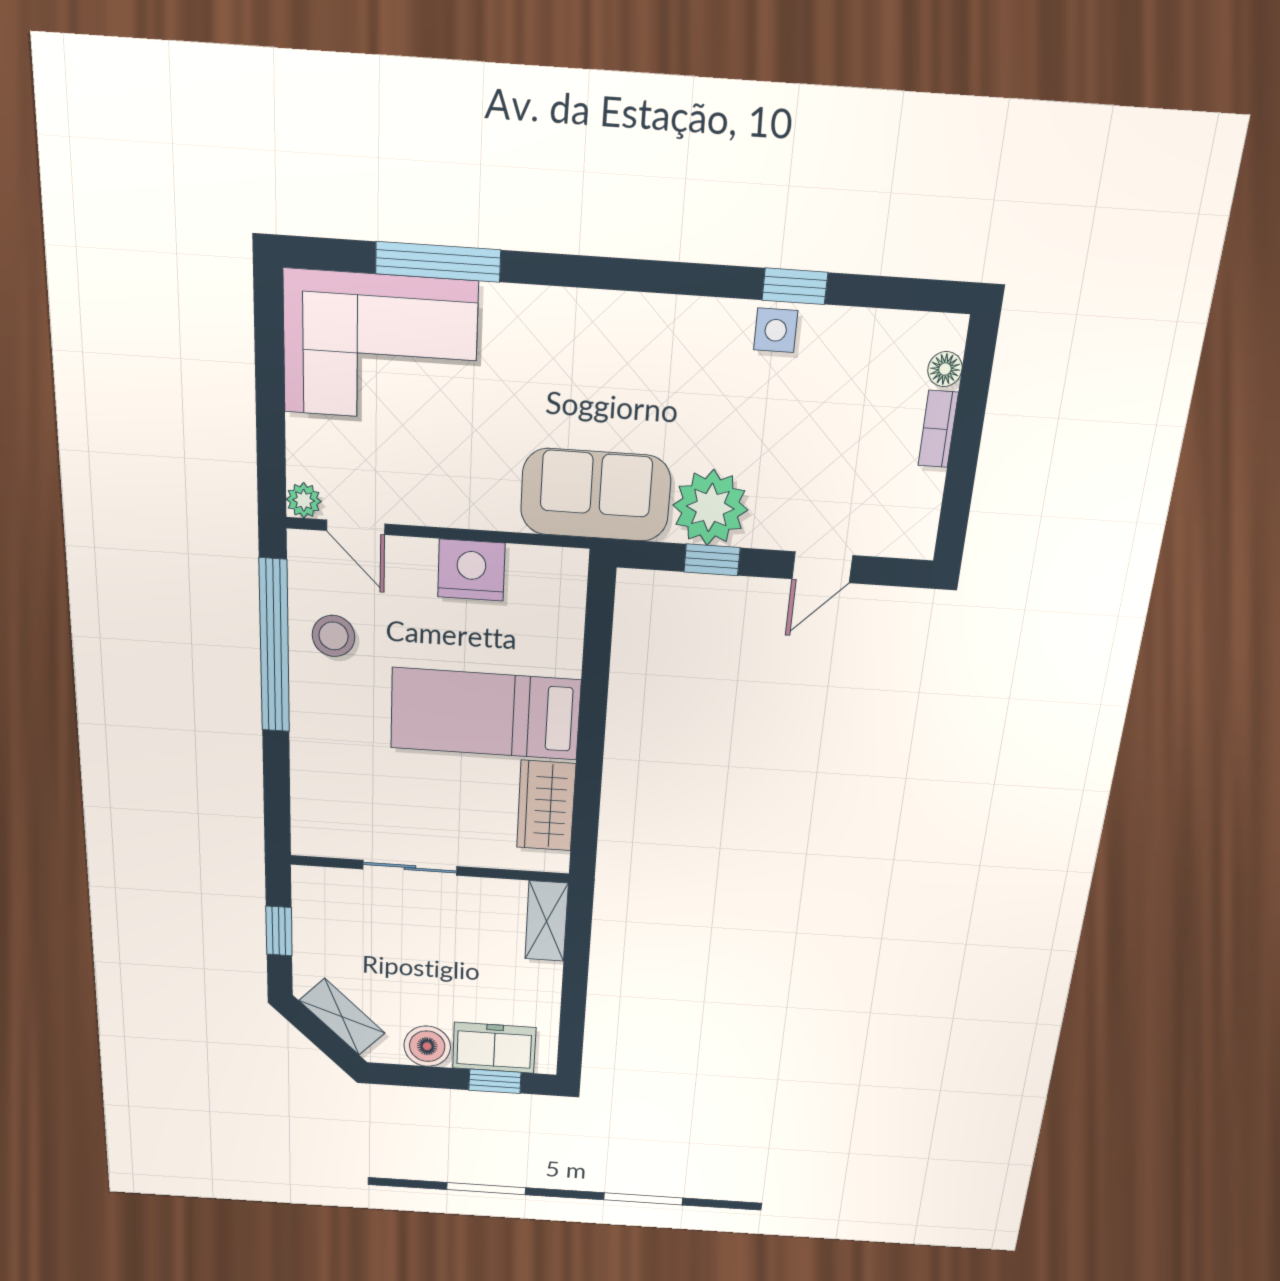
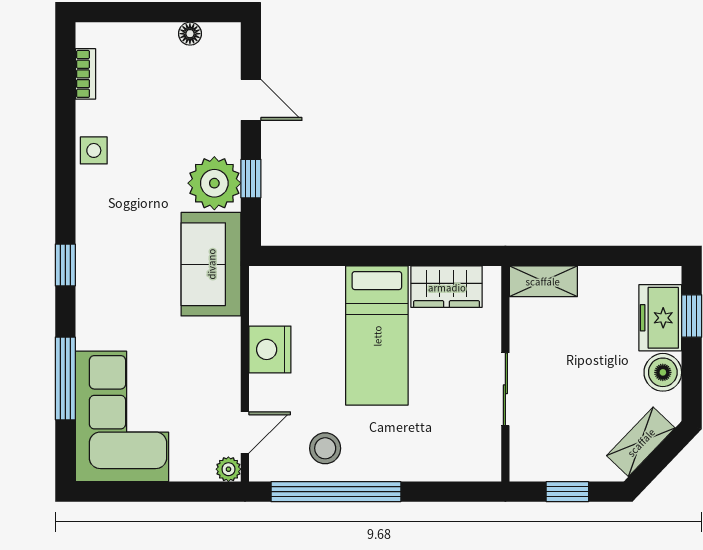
window: (795, 286) -> (65, 265), moved
floor lamp: (945, 369) -> (190, 34), moved
bookcase: (938, 429) -> (85, 74), moved, turned -90

